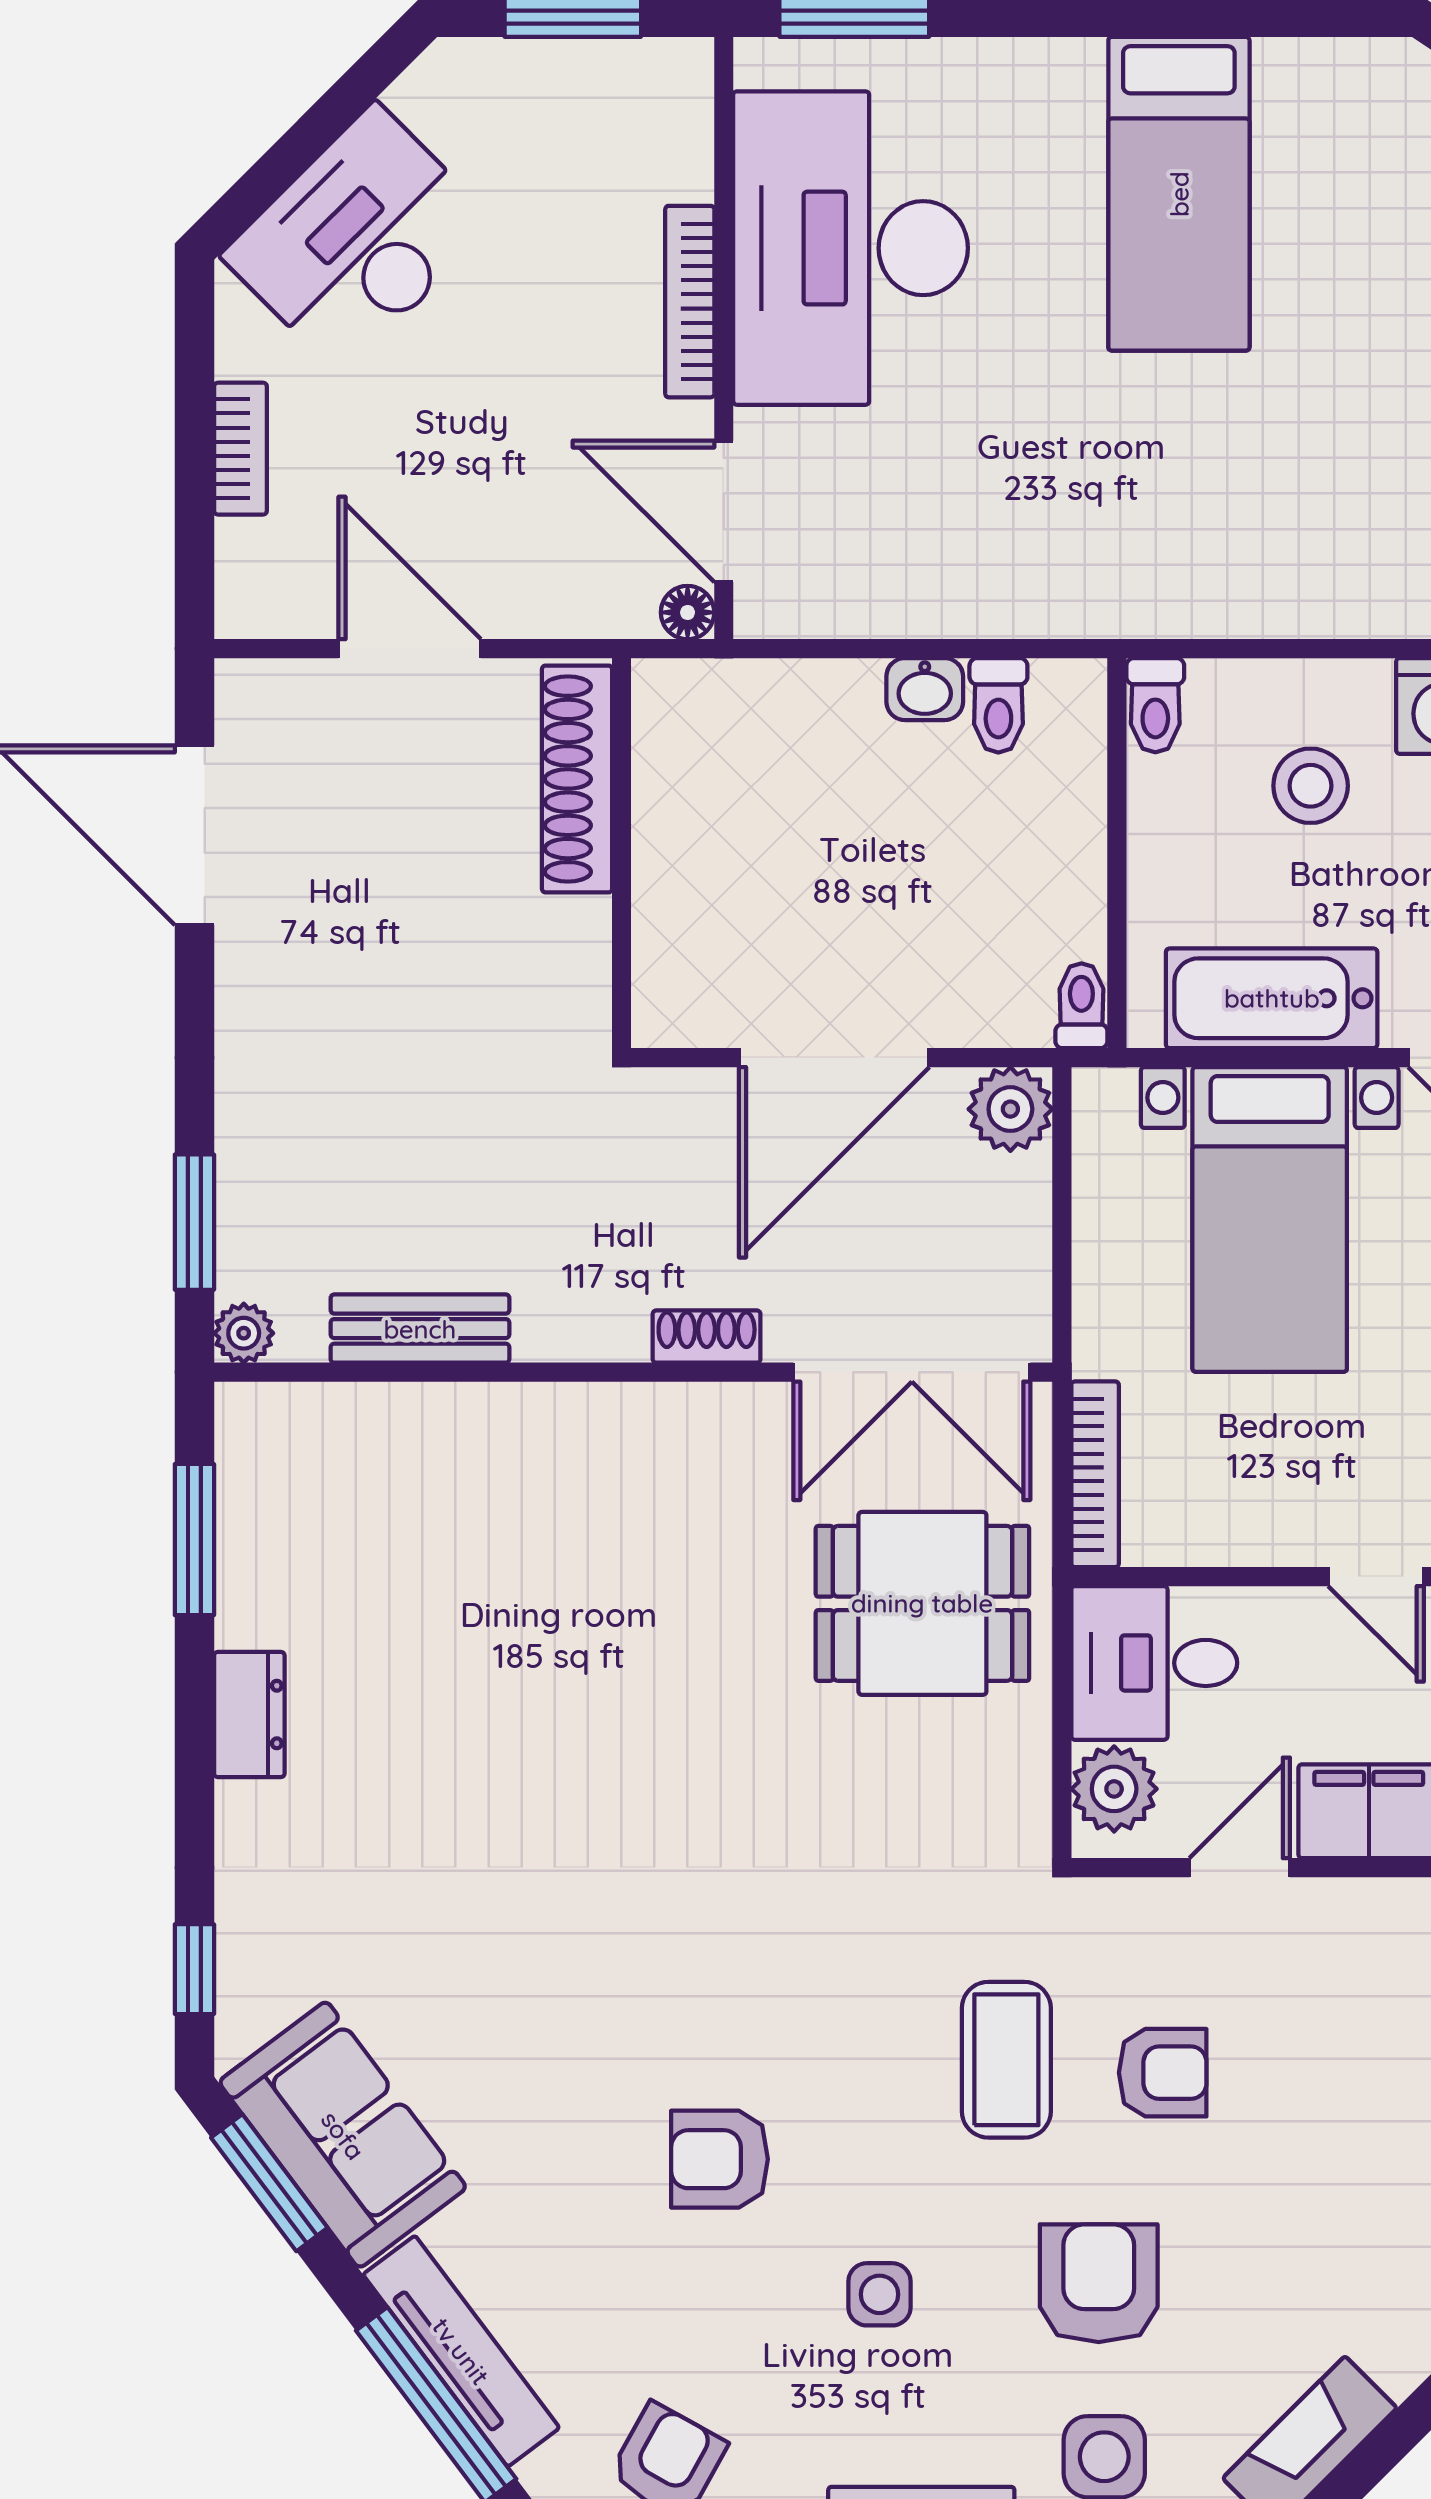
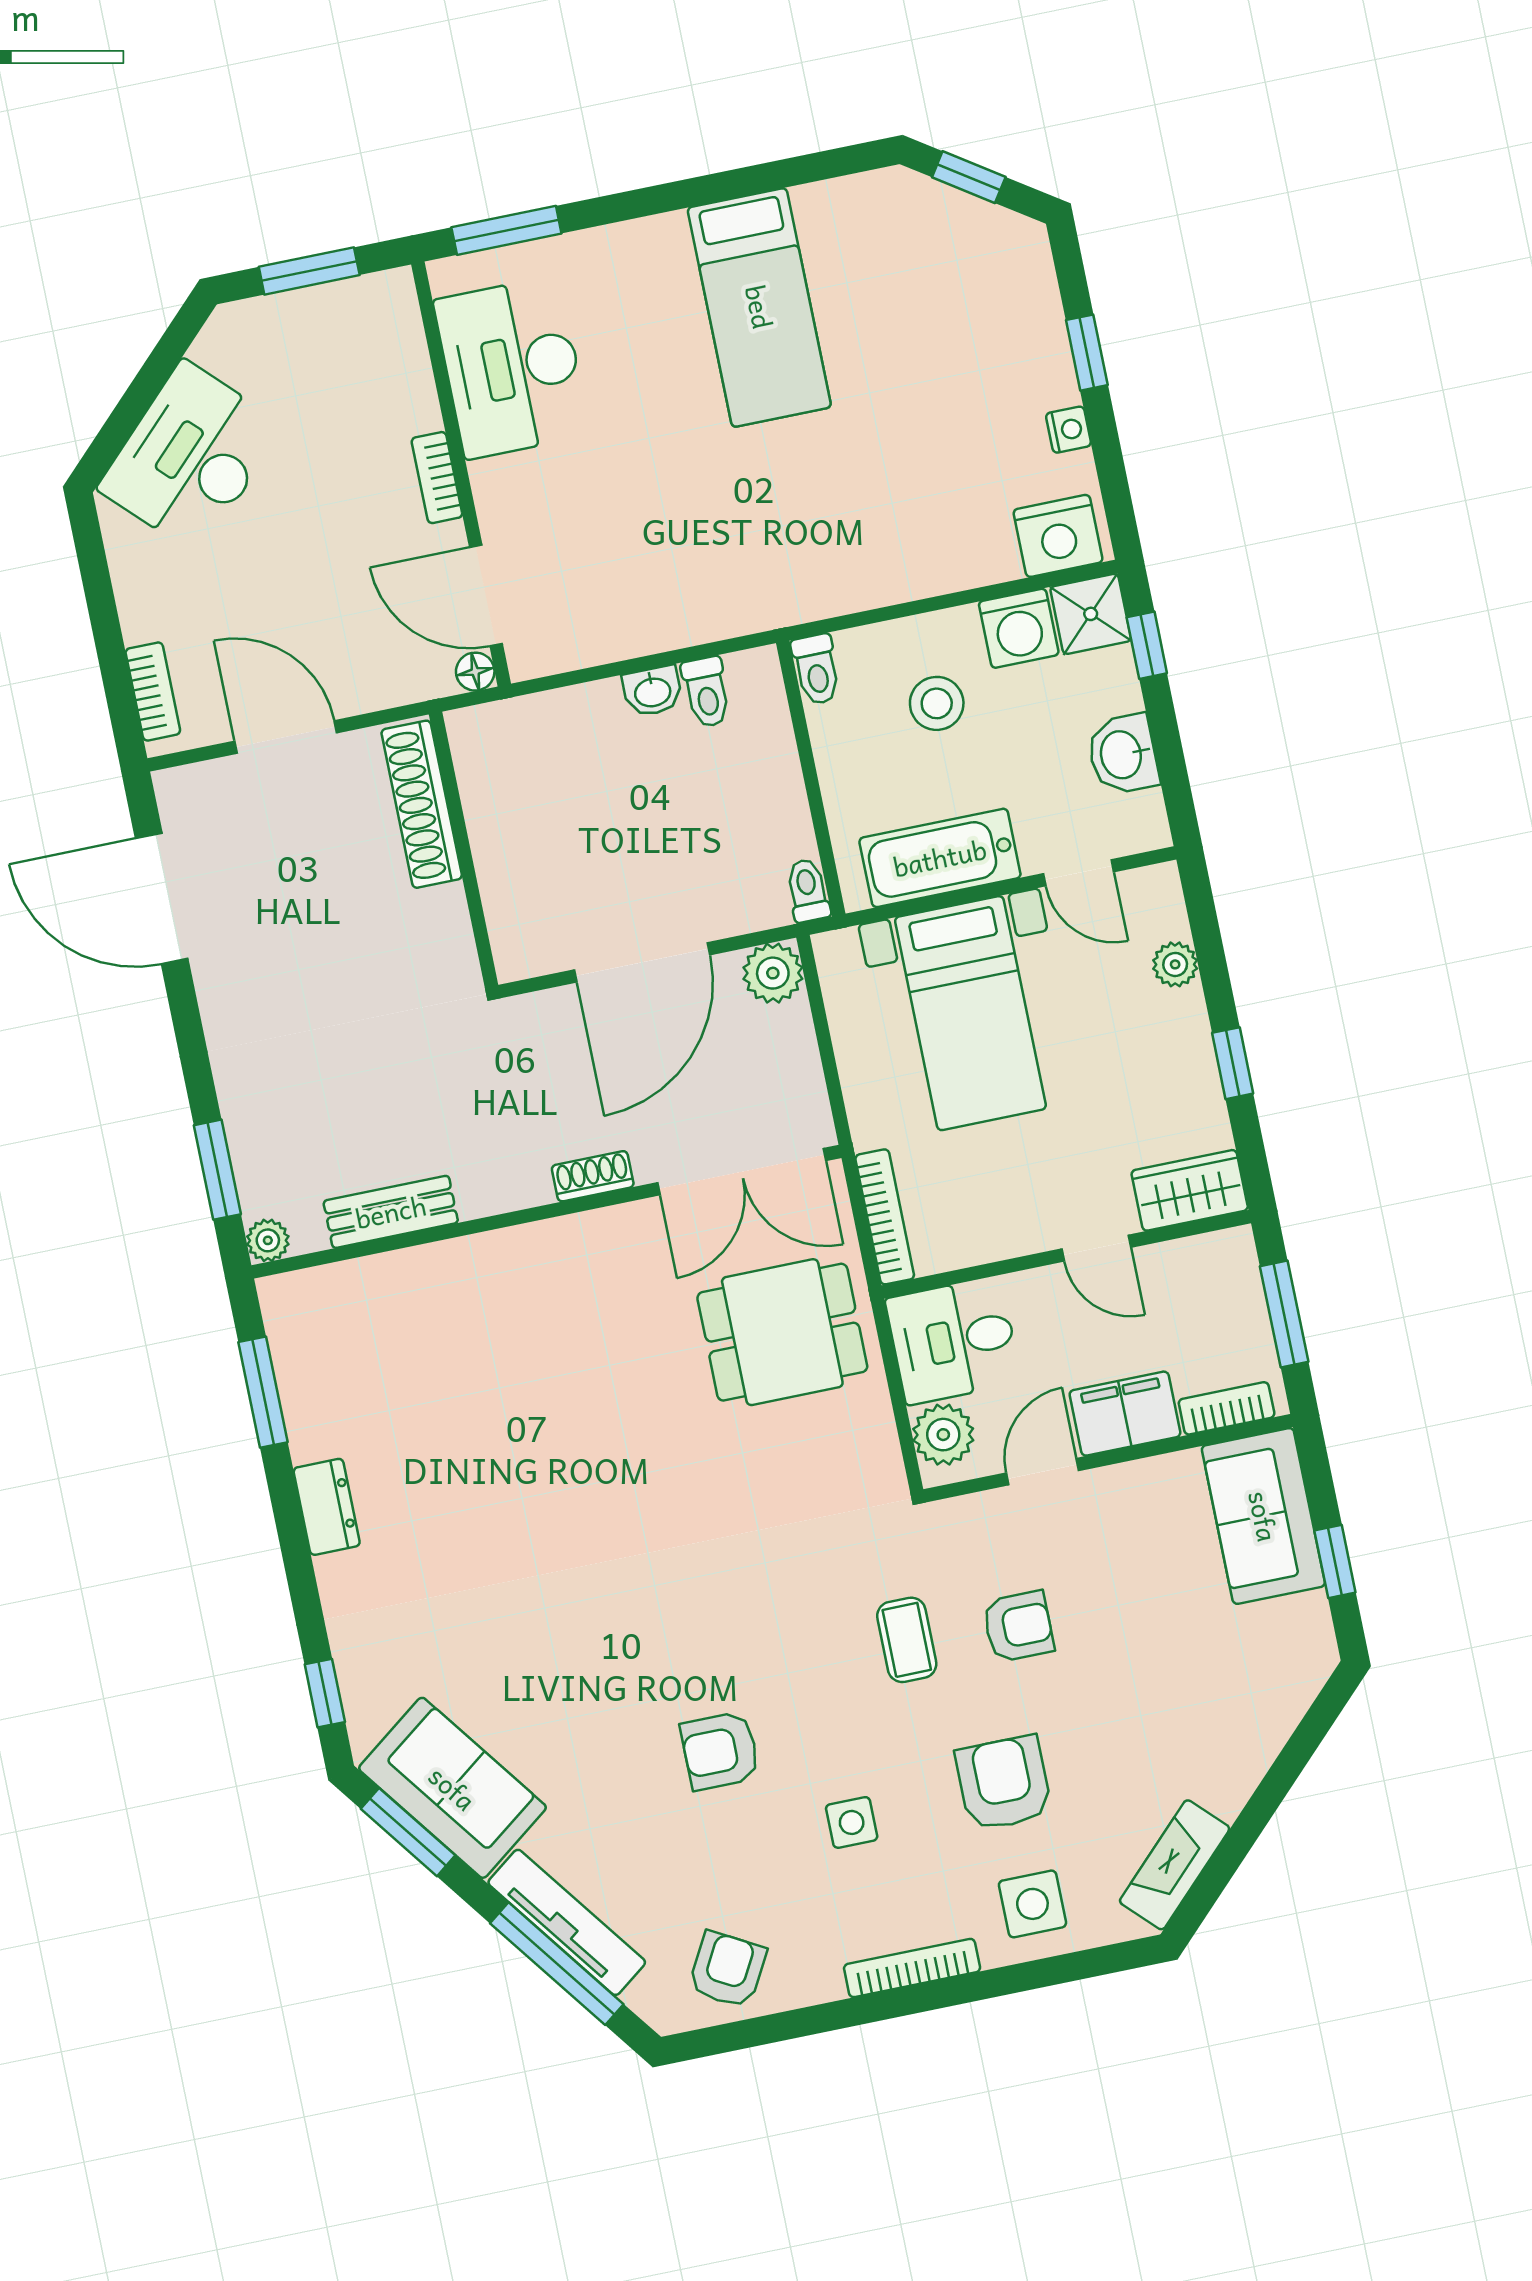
desk: (850, 248) -> (512, 367), width x0.73, depth x0.77
bookcase: (690, 302) -> (437, 478), width x0.64
bookcase: (240, 449) -> (153, 692), moved
coffee table: (1006, 2060) -> (907, 1640), width x0.73, depth x0.77

